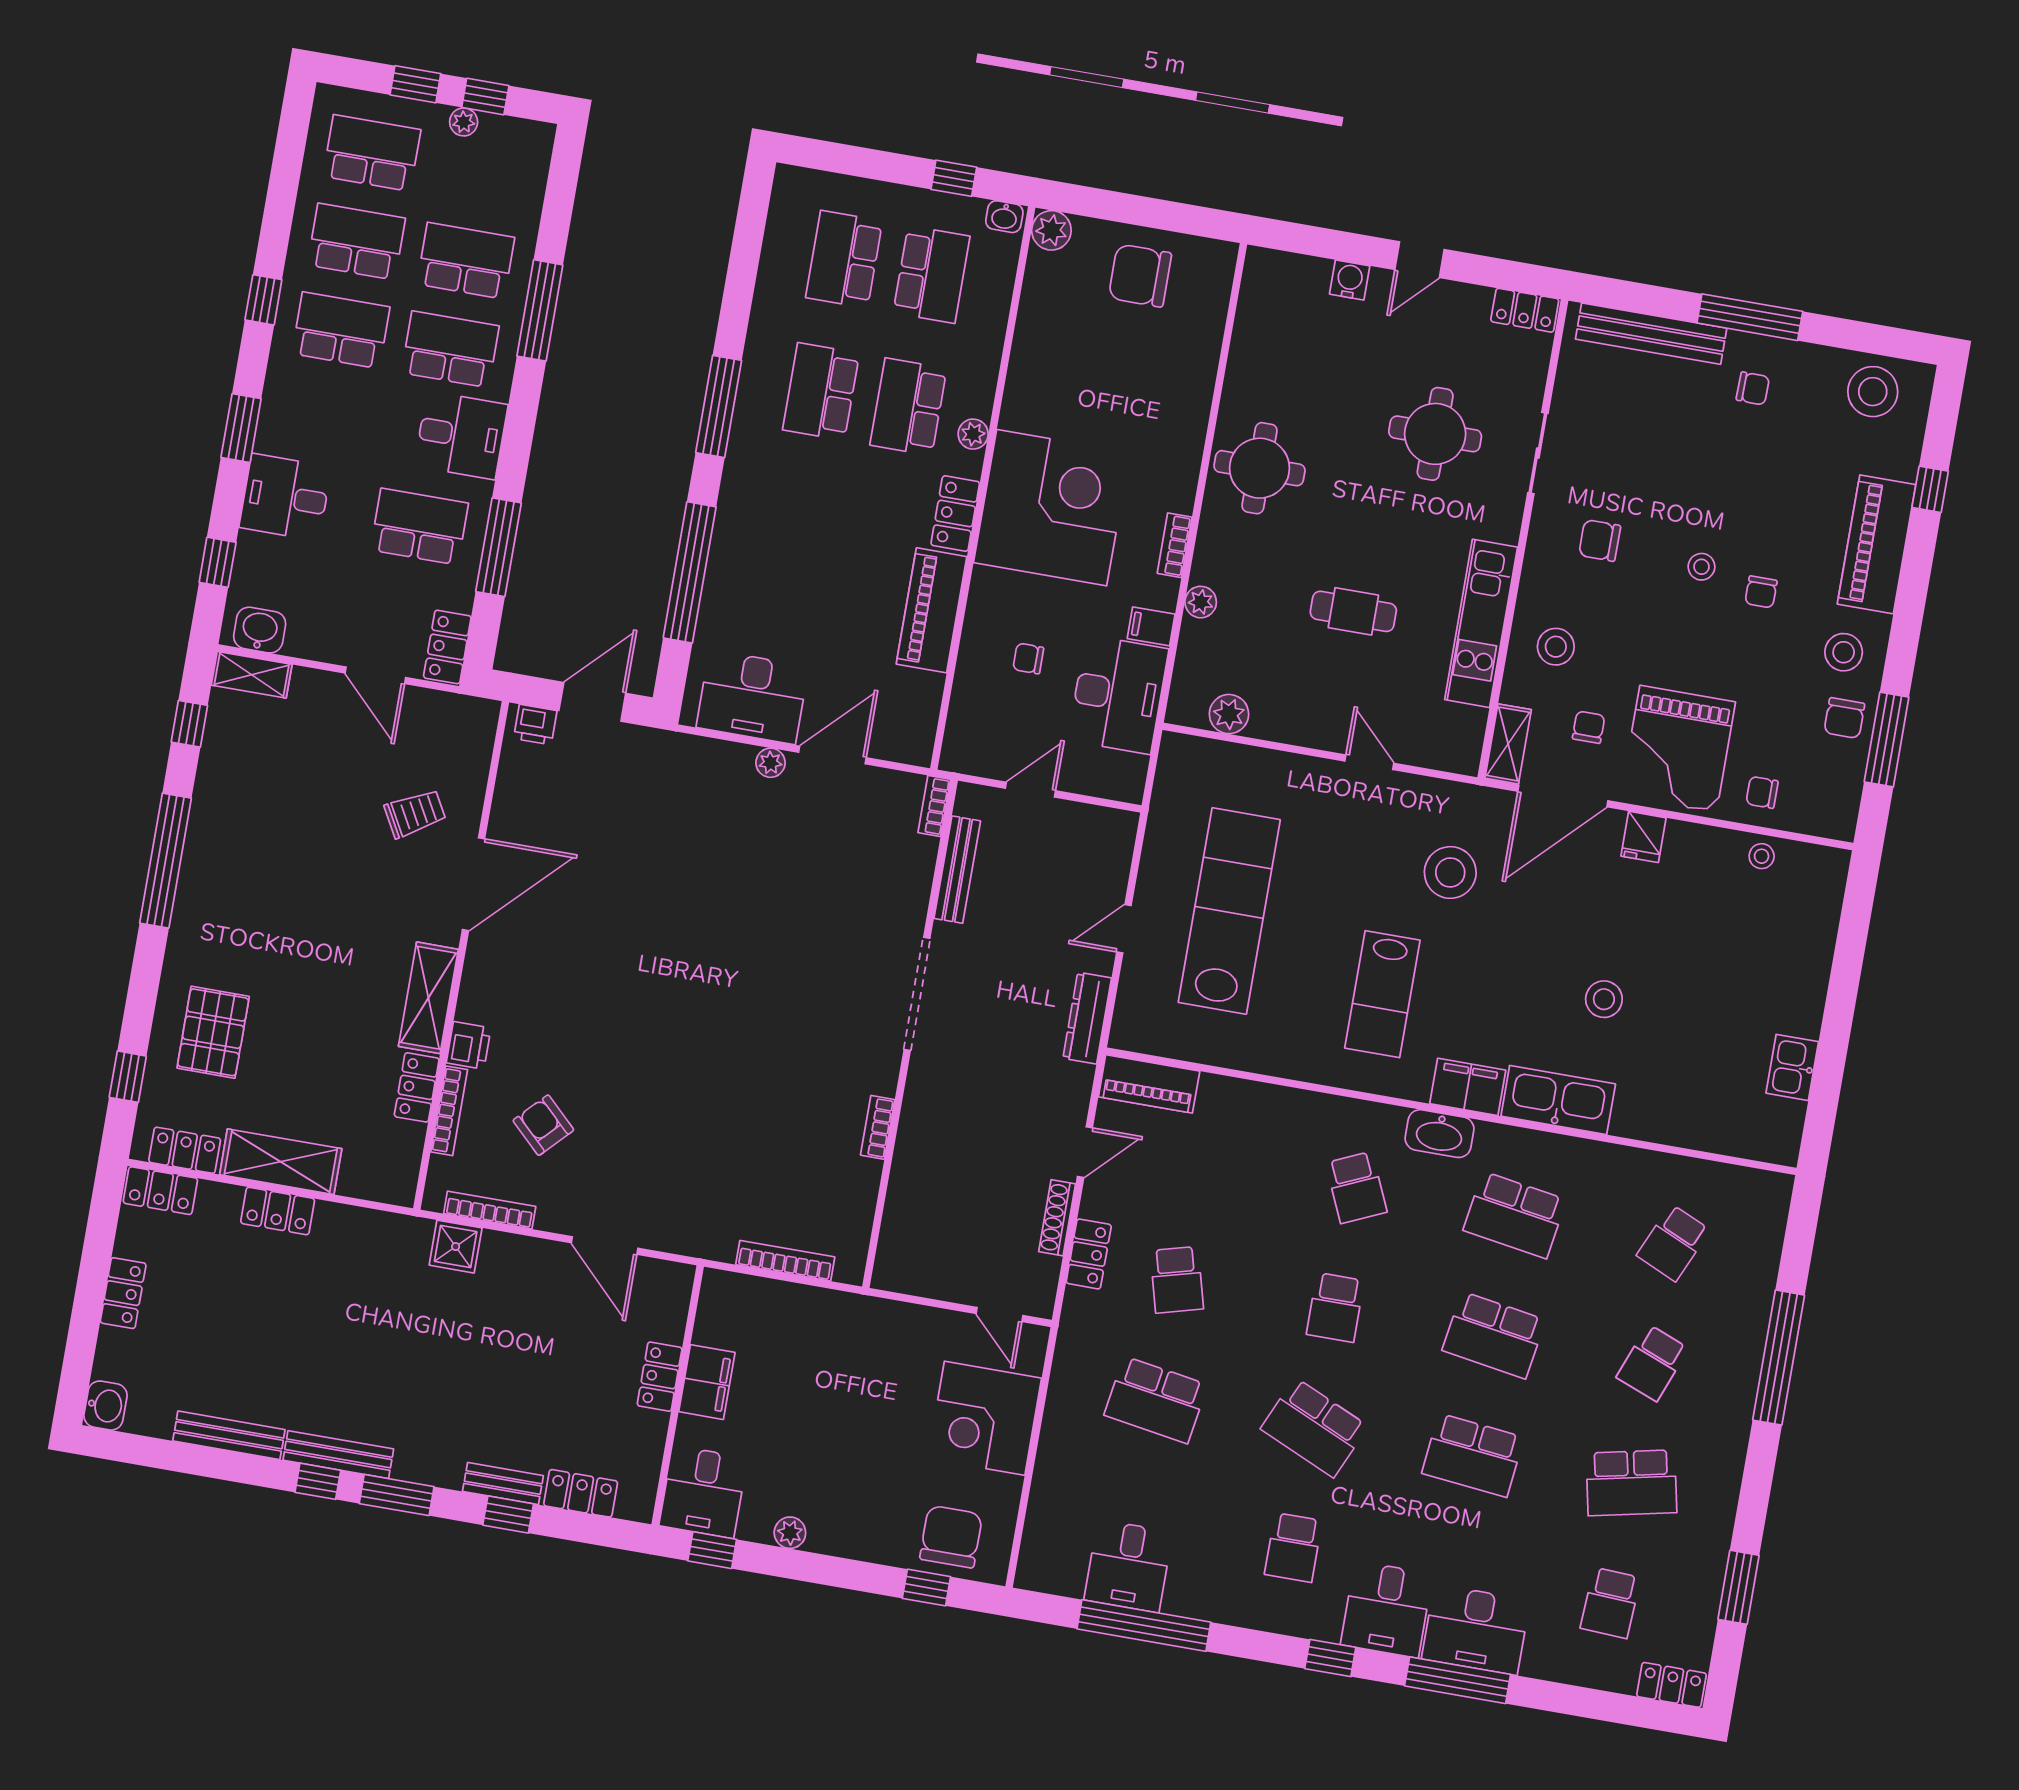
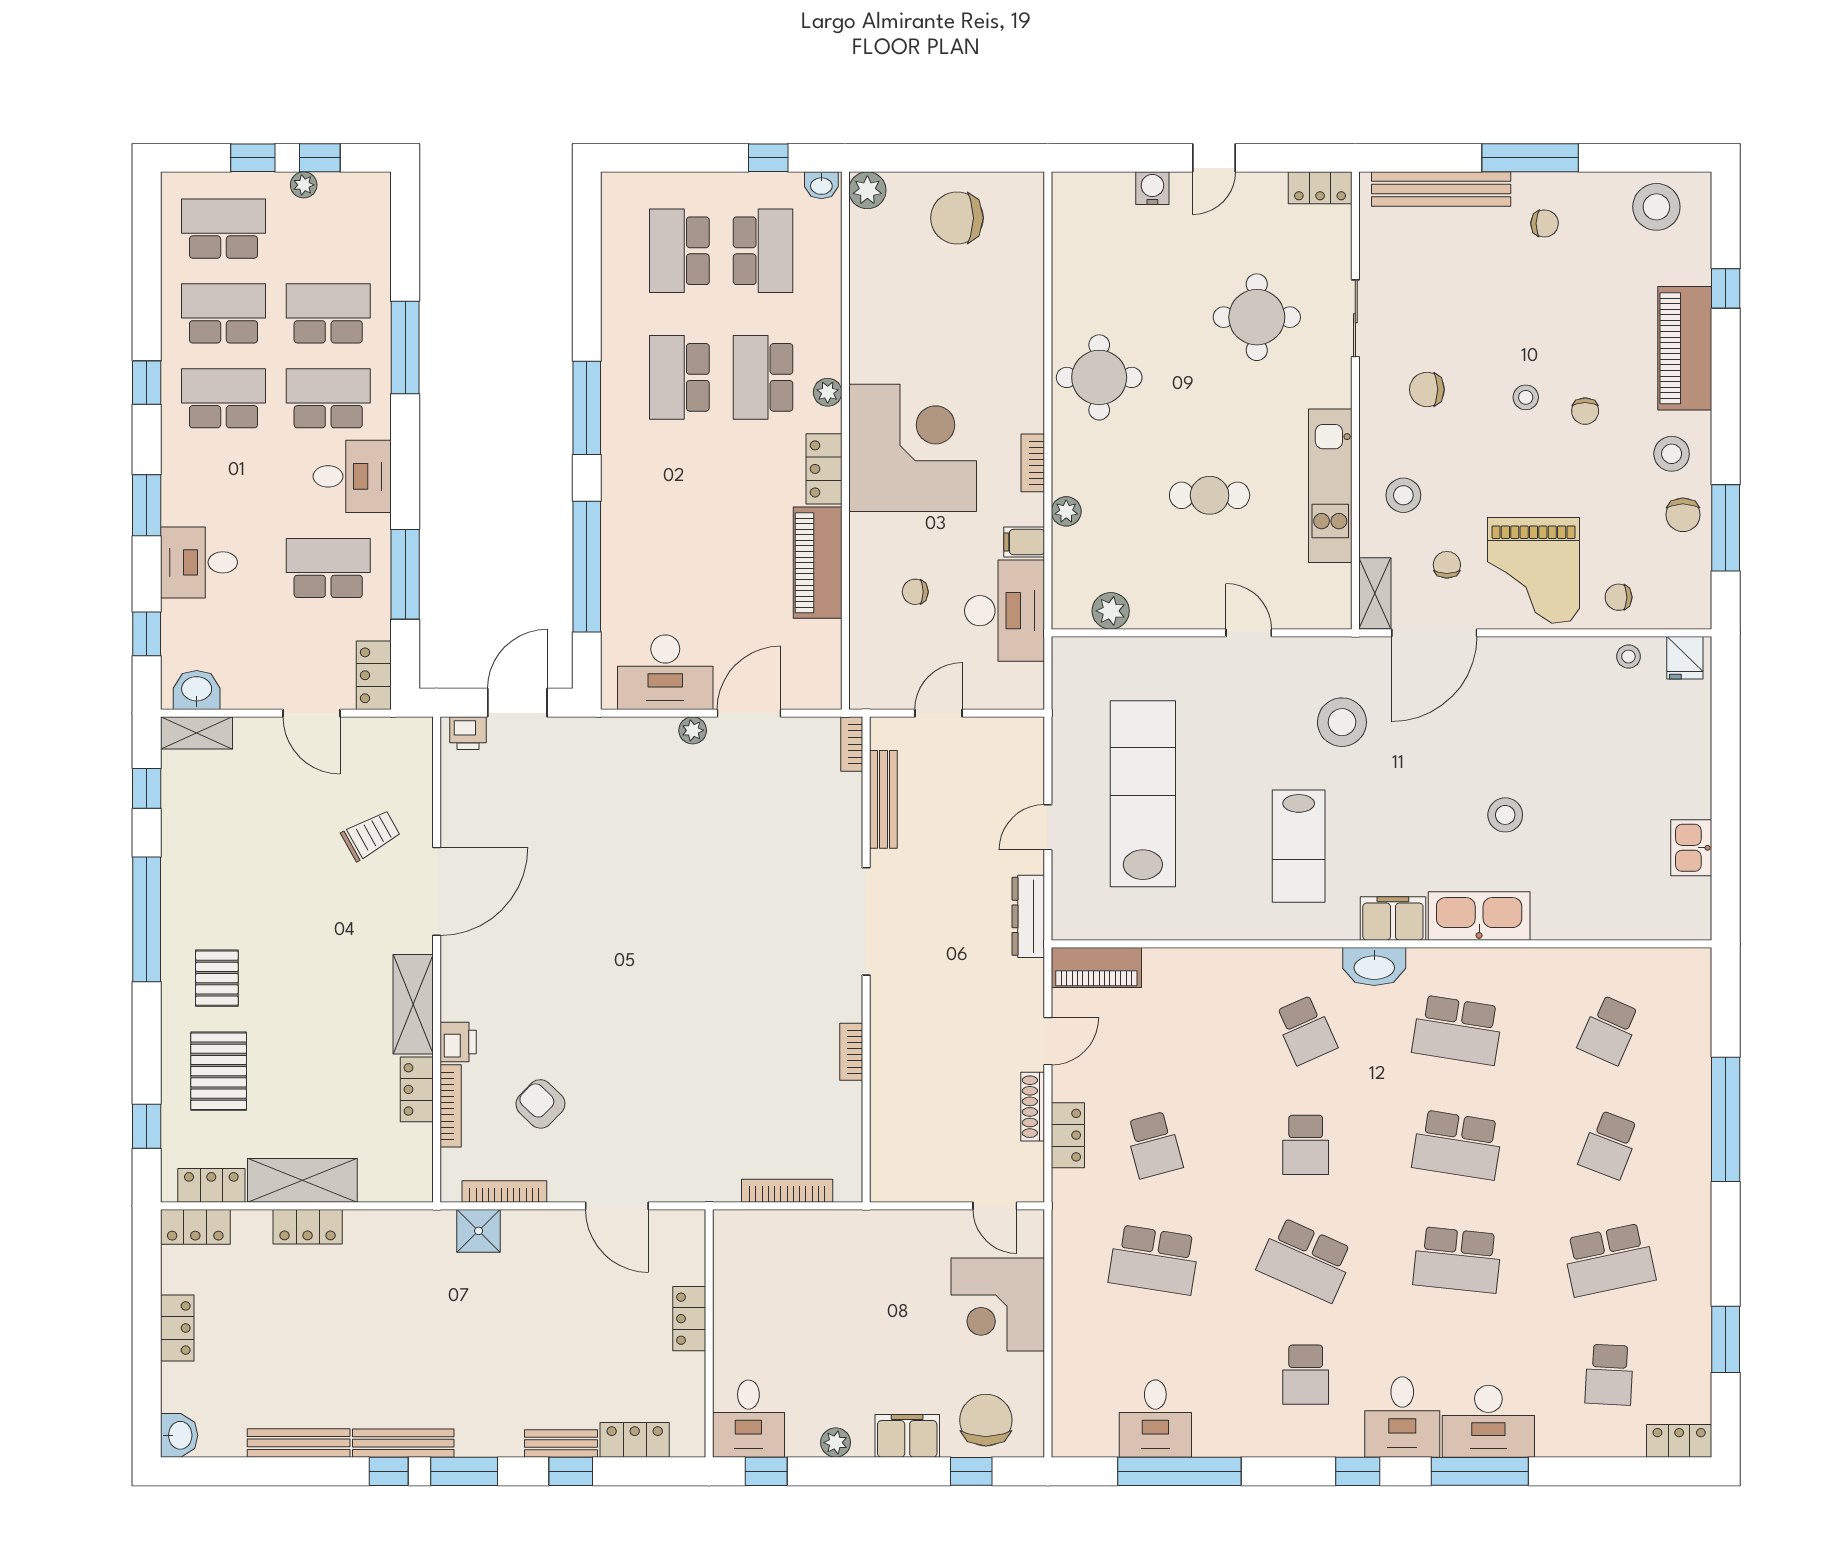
fridge: (1644, 837) -> (1685, 658), moved
pallet: (228, 935) -> (217, 978), added
filing cabinet: (707, 1382) -> (907, 1436), moved, turned -90

